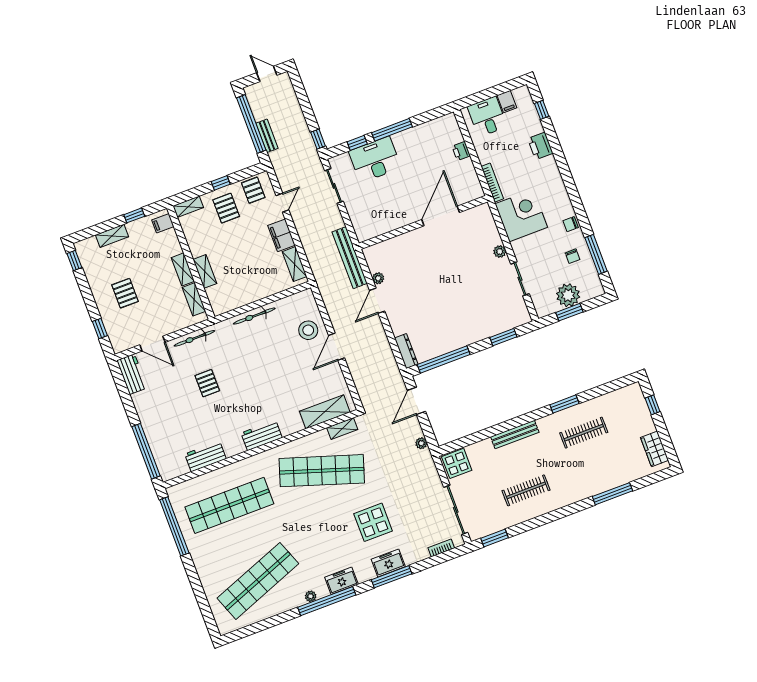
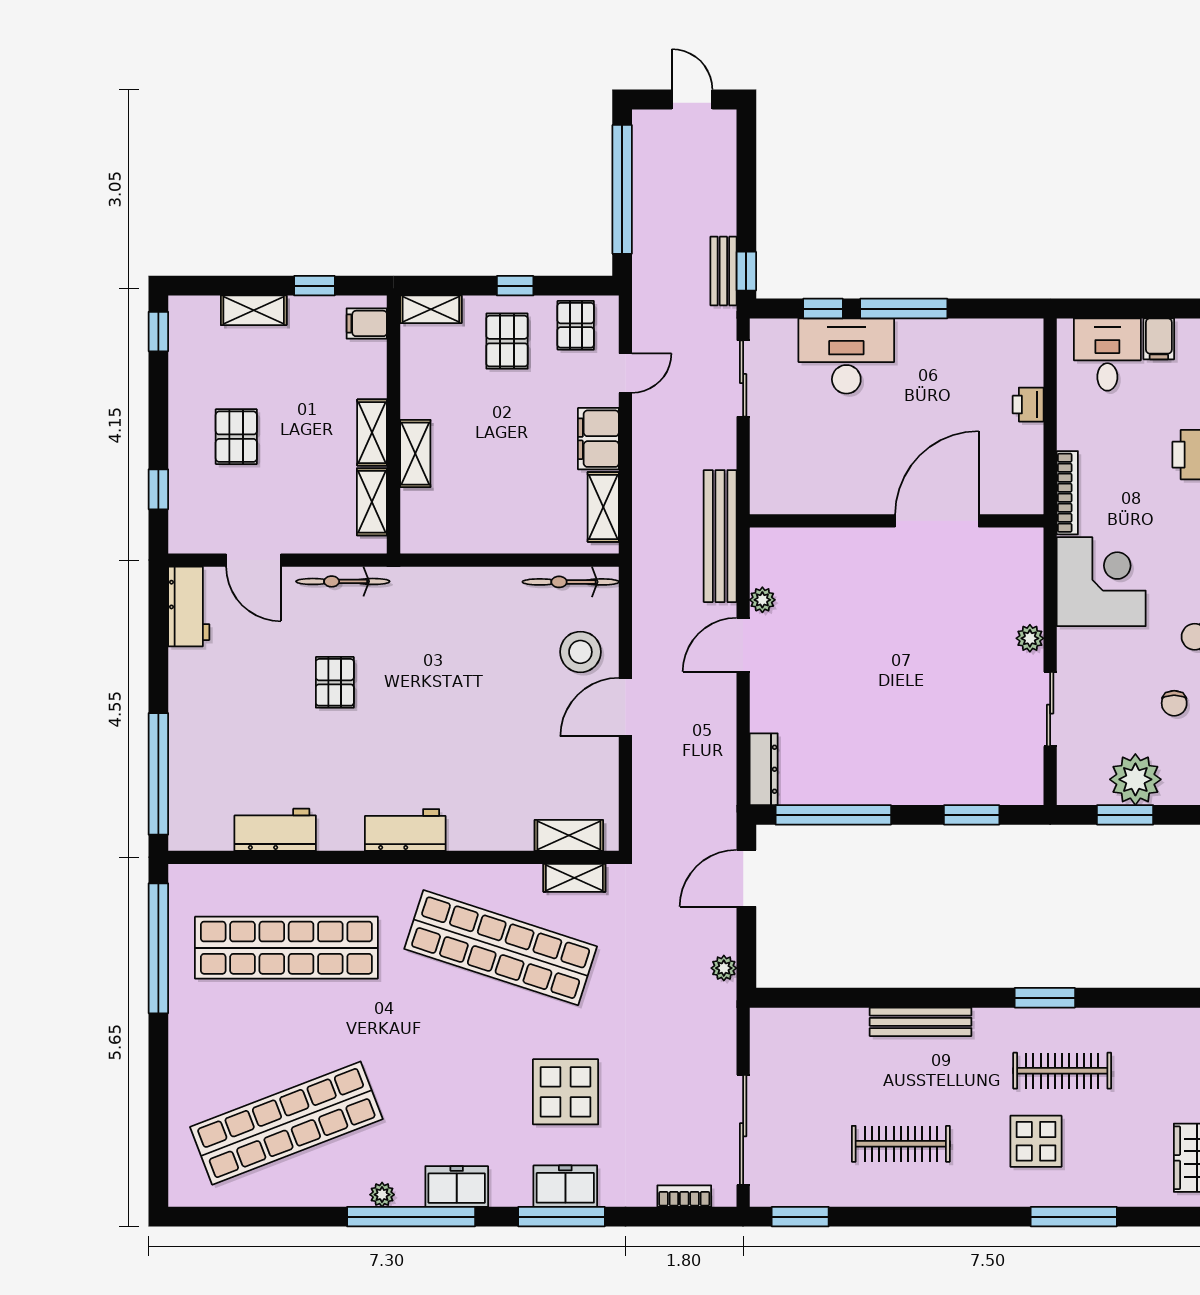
bench: (267, 136) -> (723, 271), moved
bicycle: (254, 316) -> (571, 582), moved
shelving: (325, 412) -> (569, 835), width x0.67, depth x0.75
display table: (457, 463) -> (1036, 1141), moved

